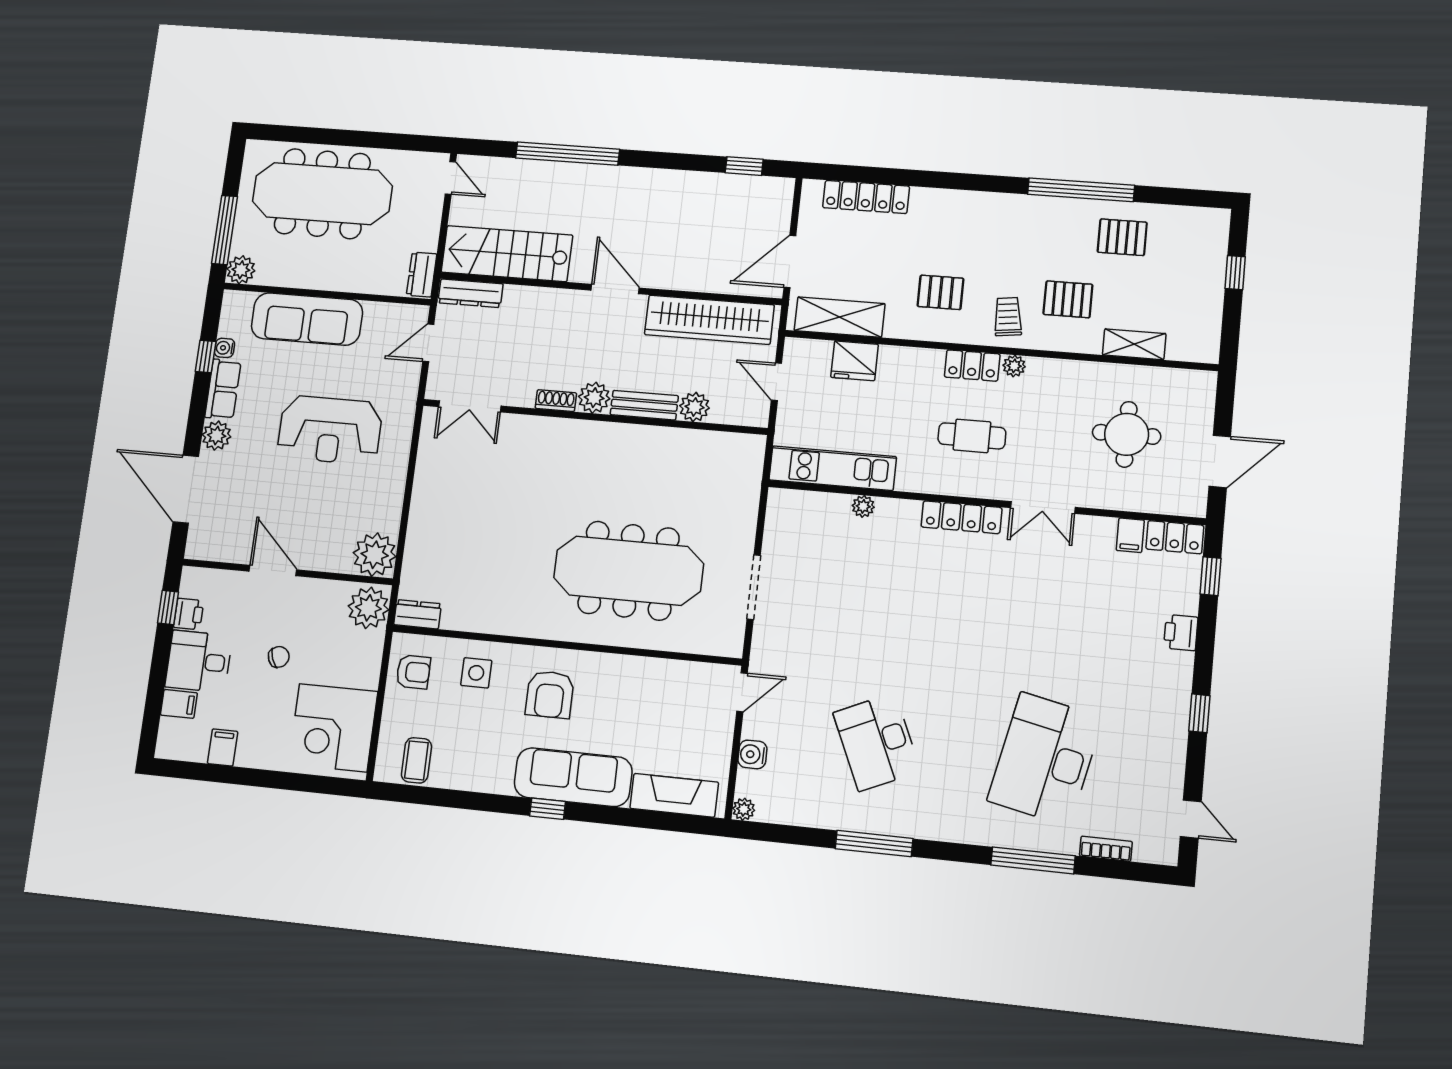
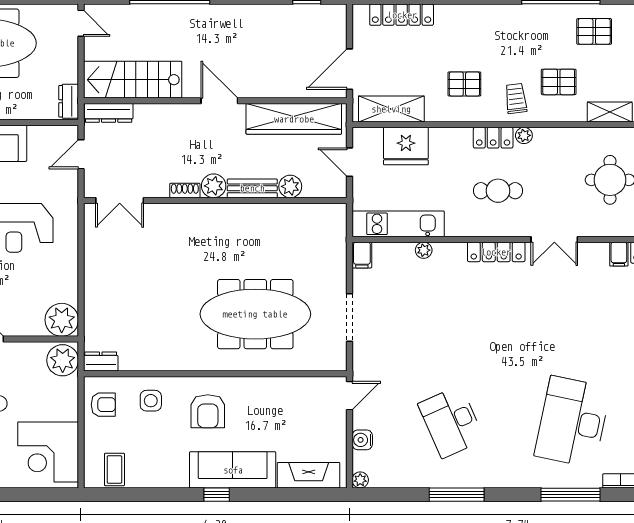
fridge: (855, 361) -> (406, 146), width x1.36, depth x1.34
filing cabinet: (779, 505) -> (362, 255), added

